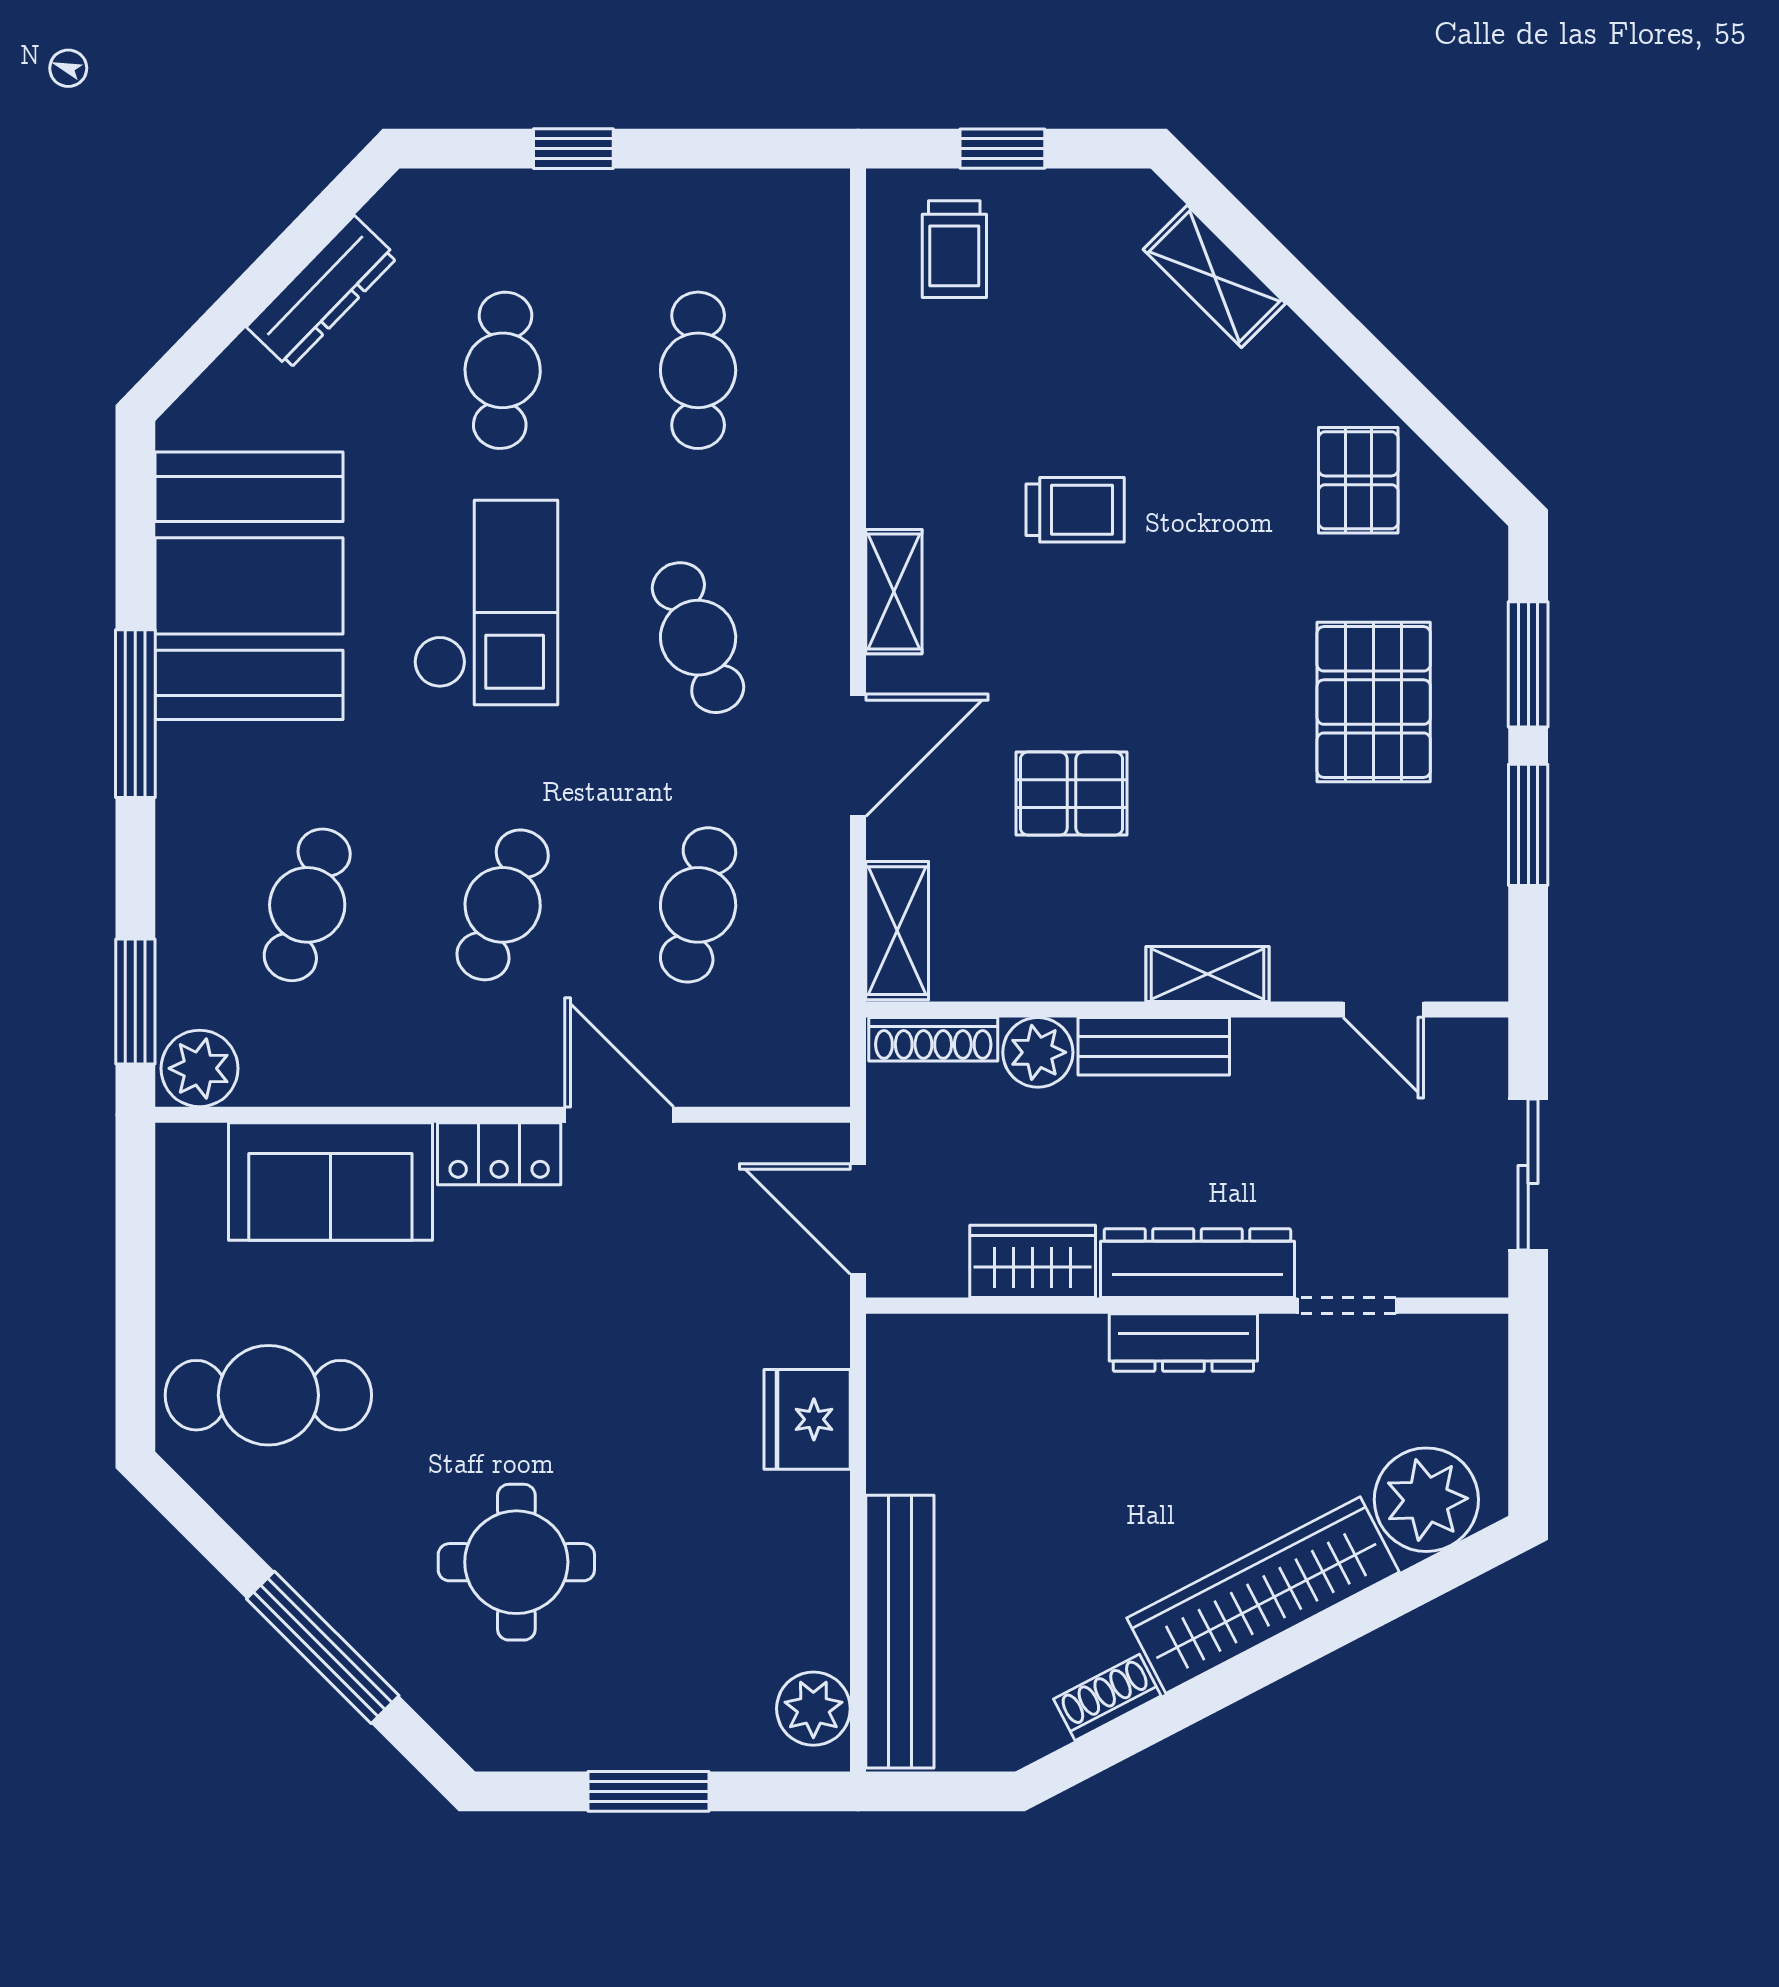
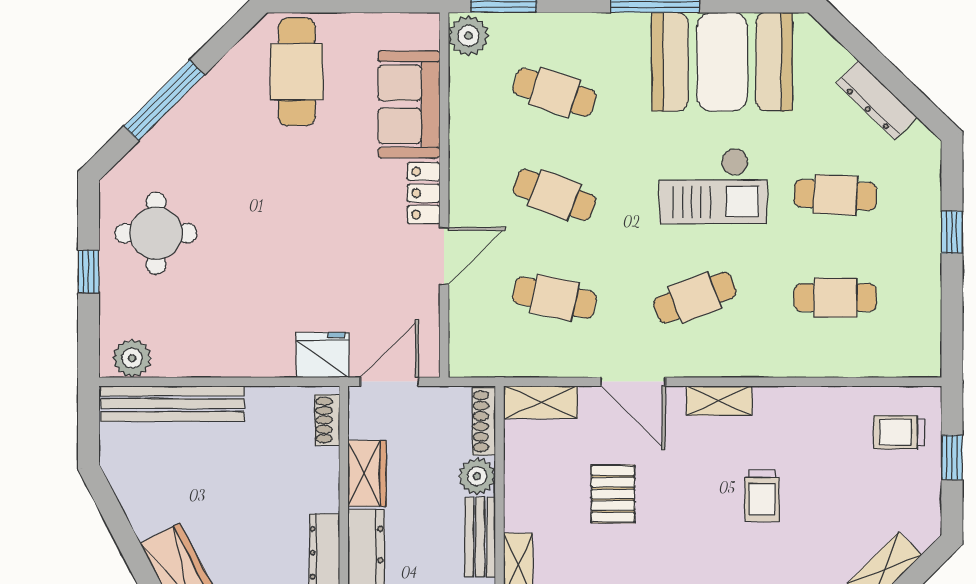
fridge: (807, 1419) -> (323, 355), moved
round table: (516, 1562) -> (156, 233), moved
shoe rack: (1107, 1697) -> (327, 420), moved, turned -153
window: (649, 1791) -> (89, 272), width x0.67

